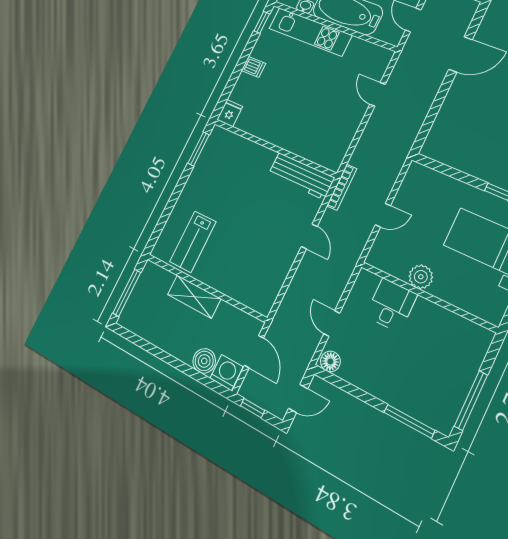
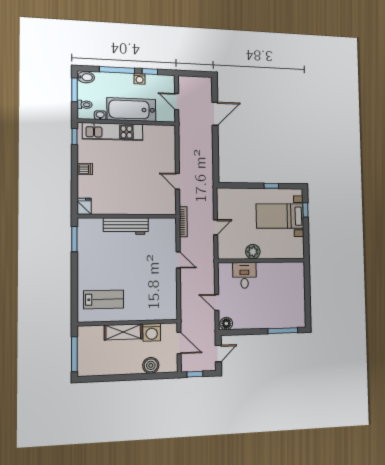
door: (378, 94) -> (177, 181), moved
workbench: (301, 176) -> (126, 226), moved
lab bench: (193, 242) -> (104, 299), turned -90
washing machine: (226, 373) -> (152, 332), moved, turned 180
window: (471, 401) -> (308, 303), removed

